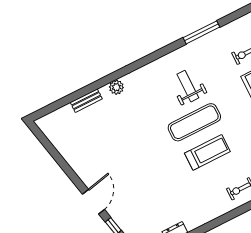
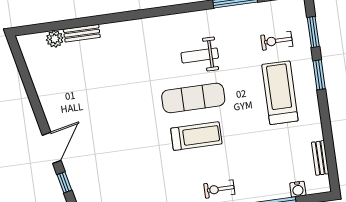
weight bench: (188, 86) -> (200, 55), turned -90
plant: (116, 87) -> (55, 39), moved

